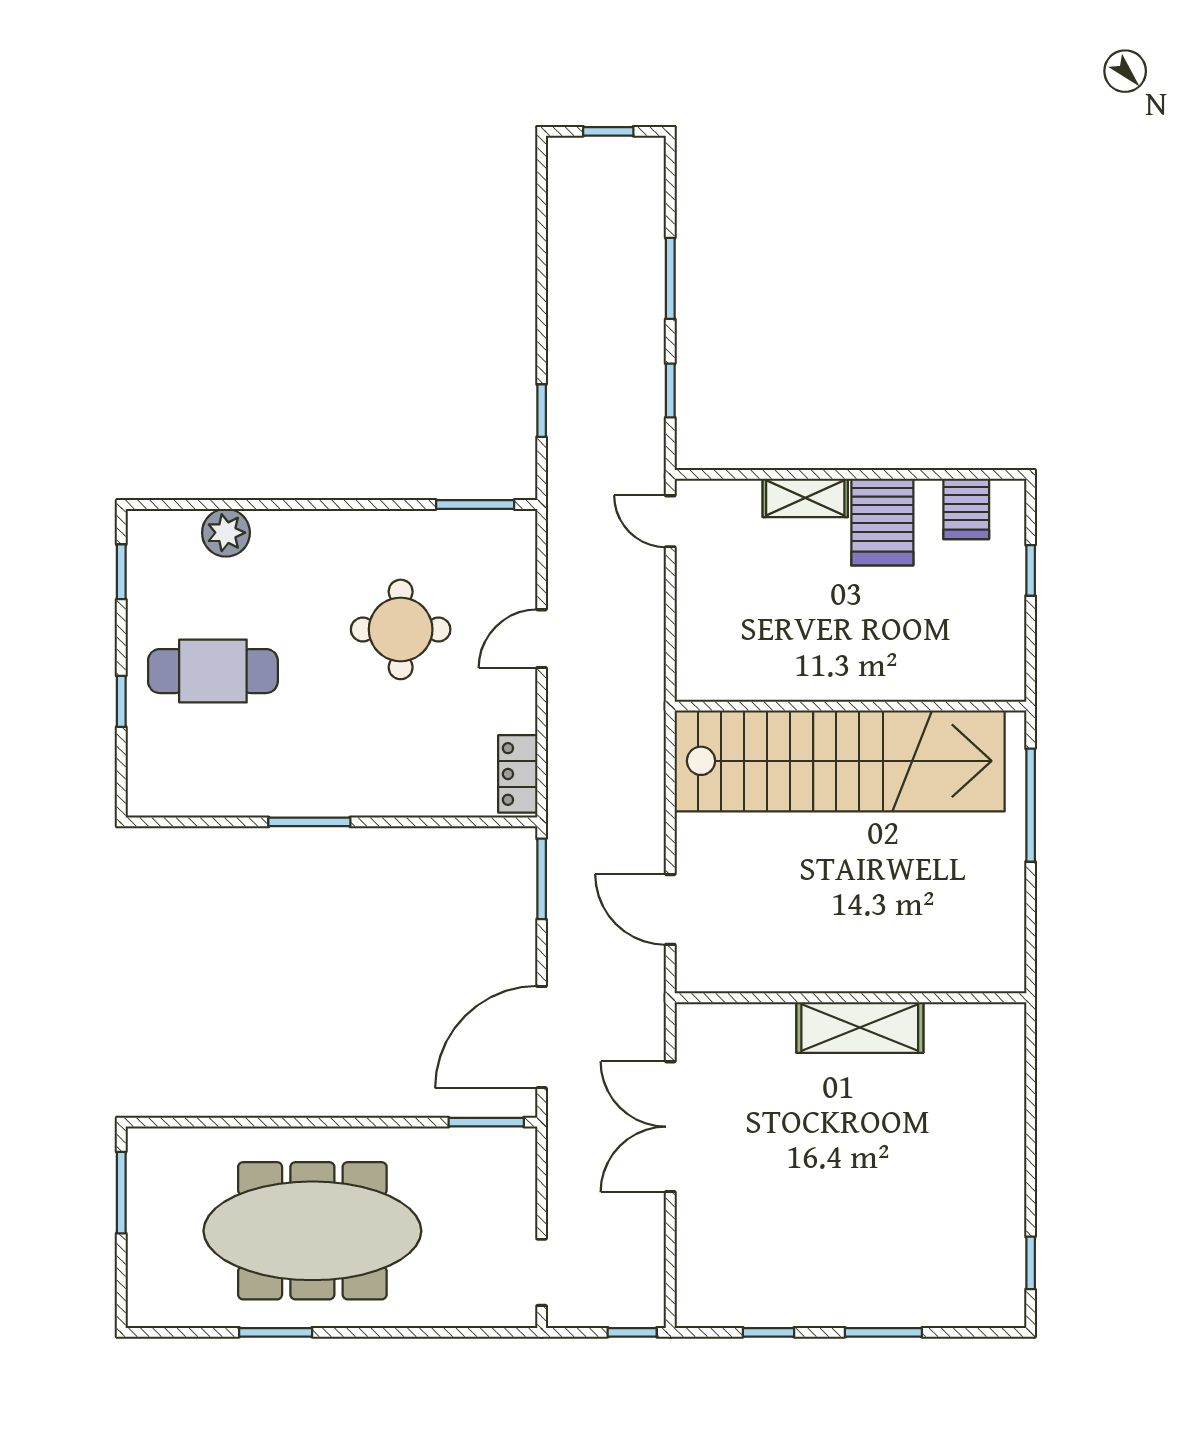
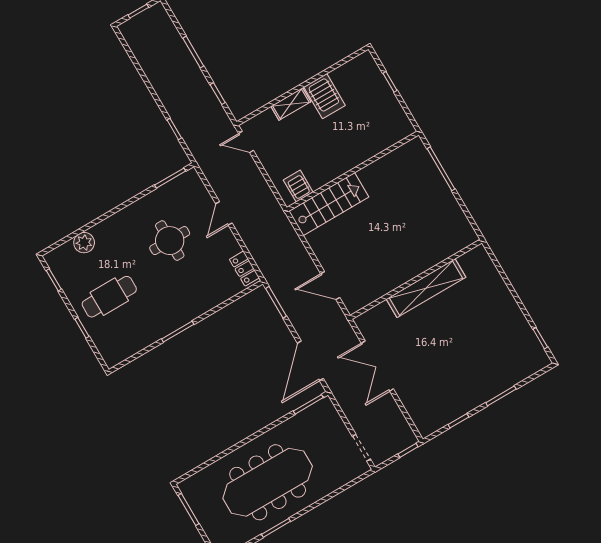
server rack: (966, 509) -> (298, 186), moved, turned 180
stairs: (840, 761) -> (329, 204), width x0.54, depth x0.66
shelving: (860, 1027) -> (426, 288), width x1.47

